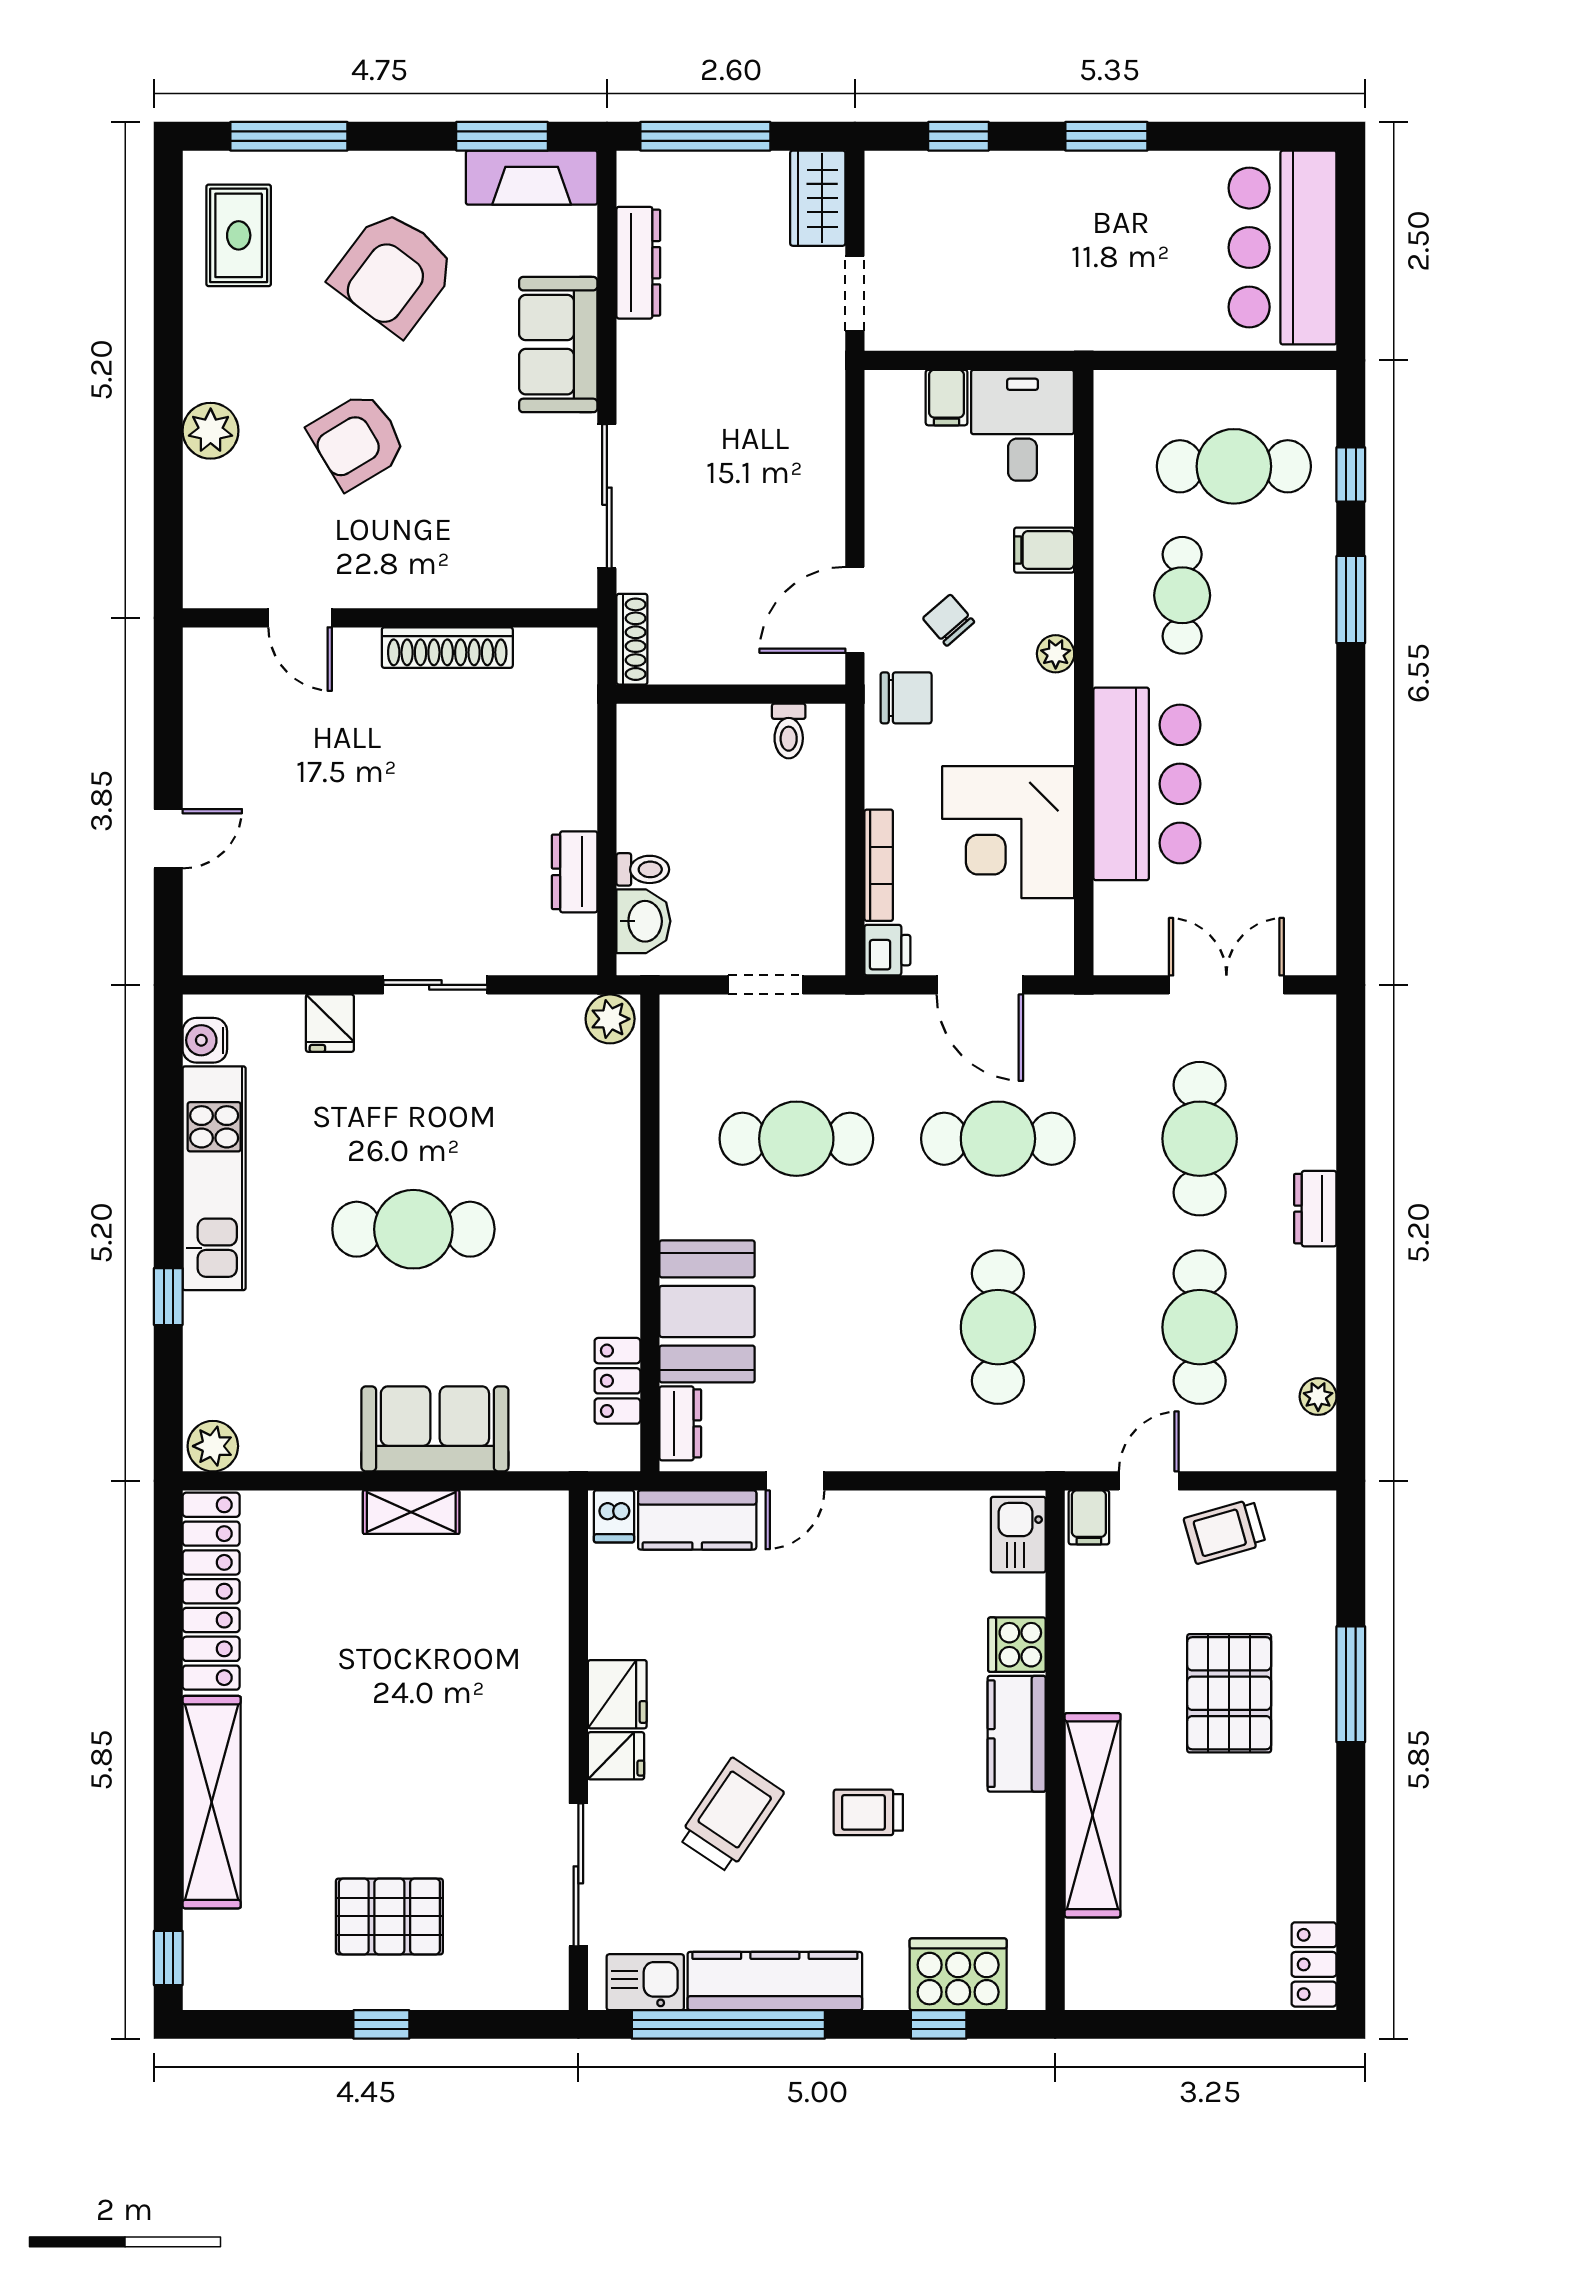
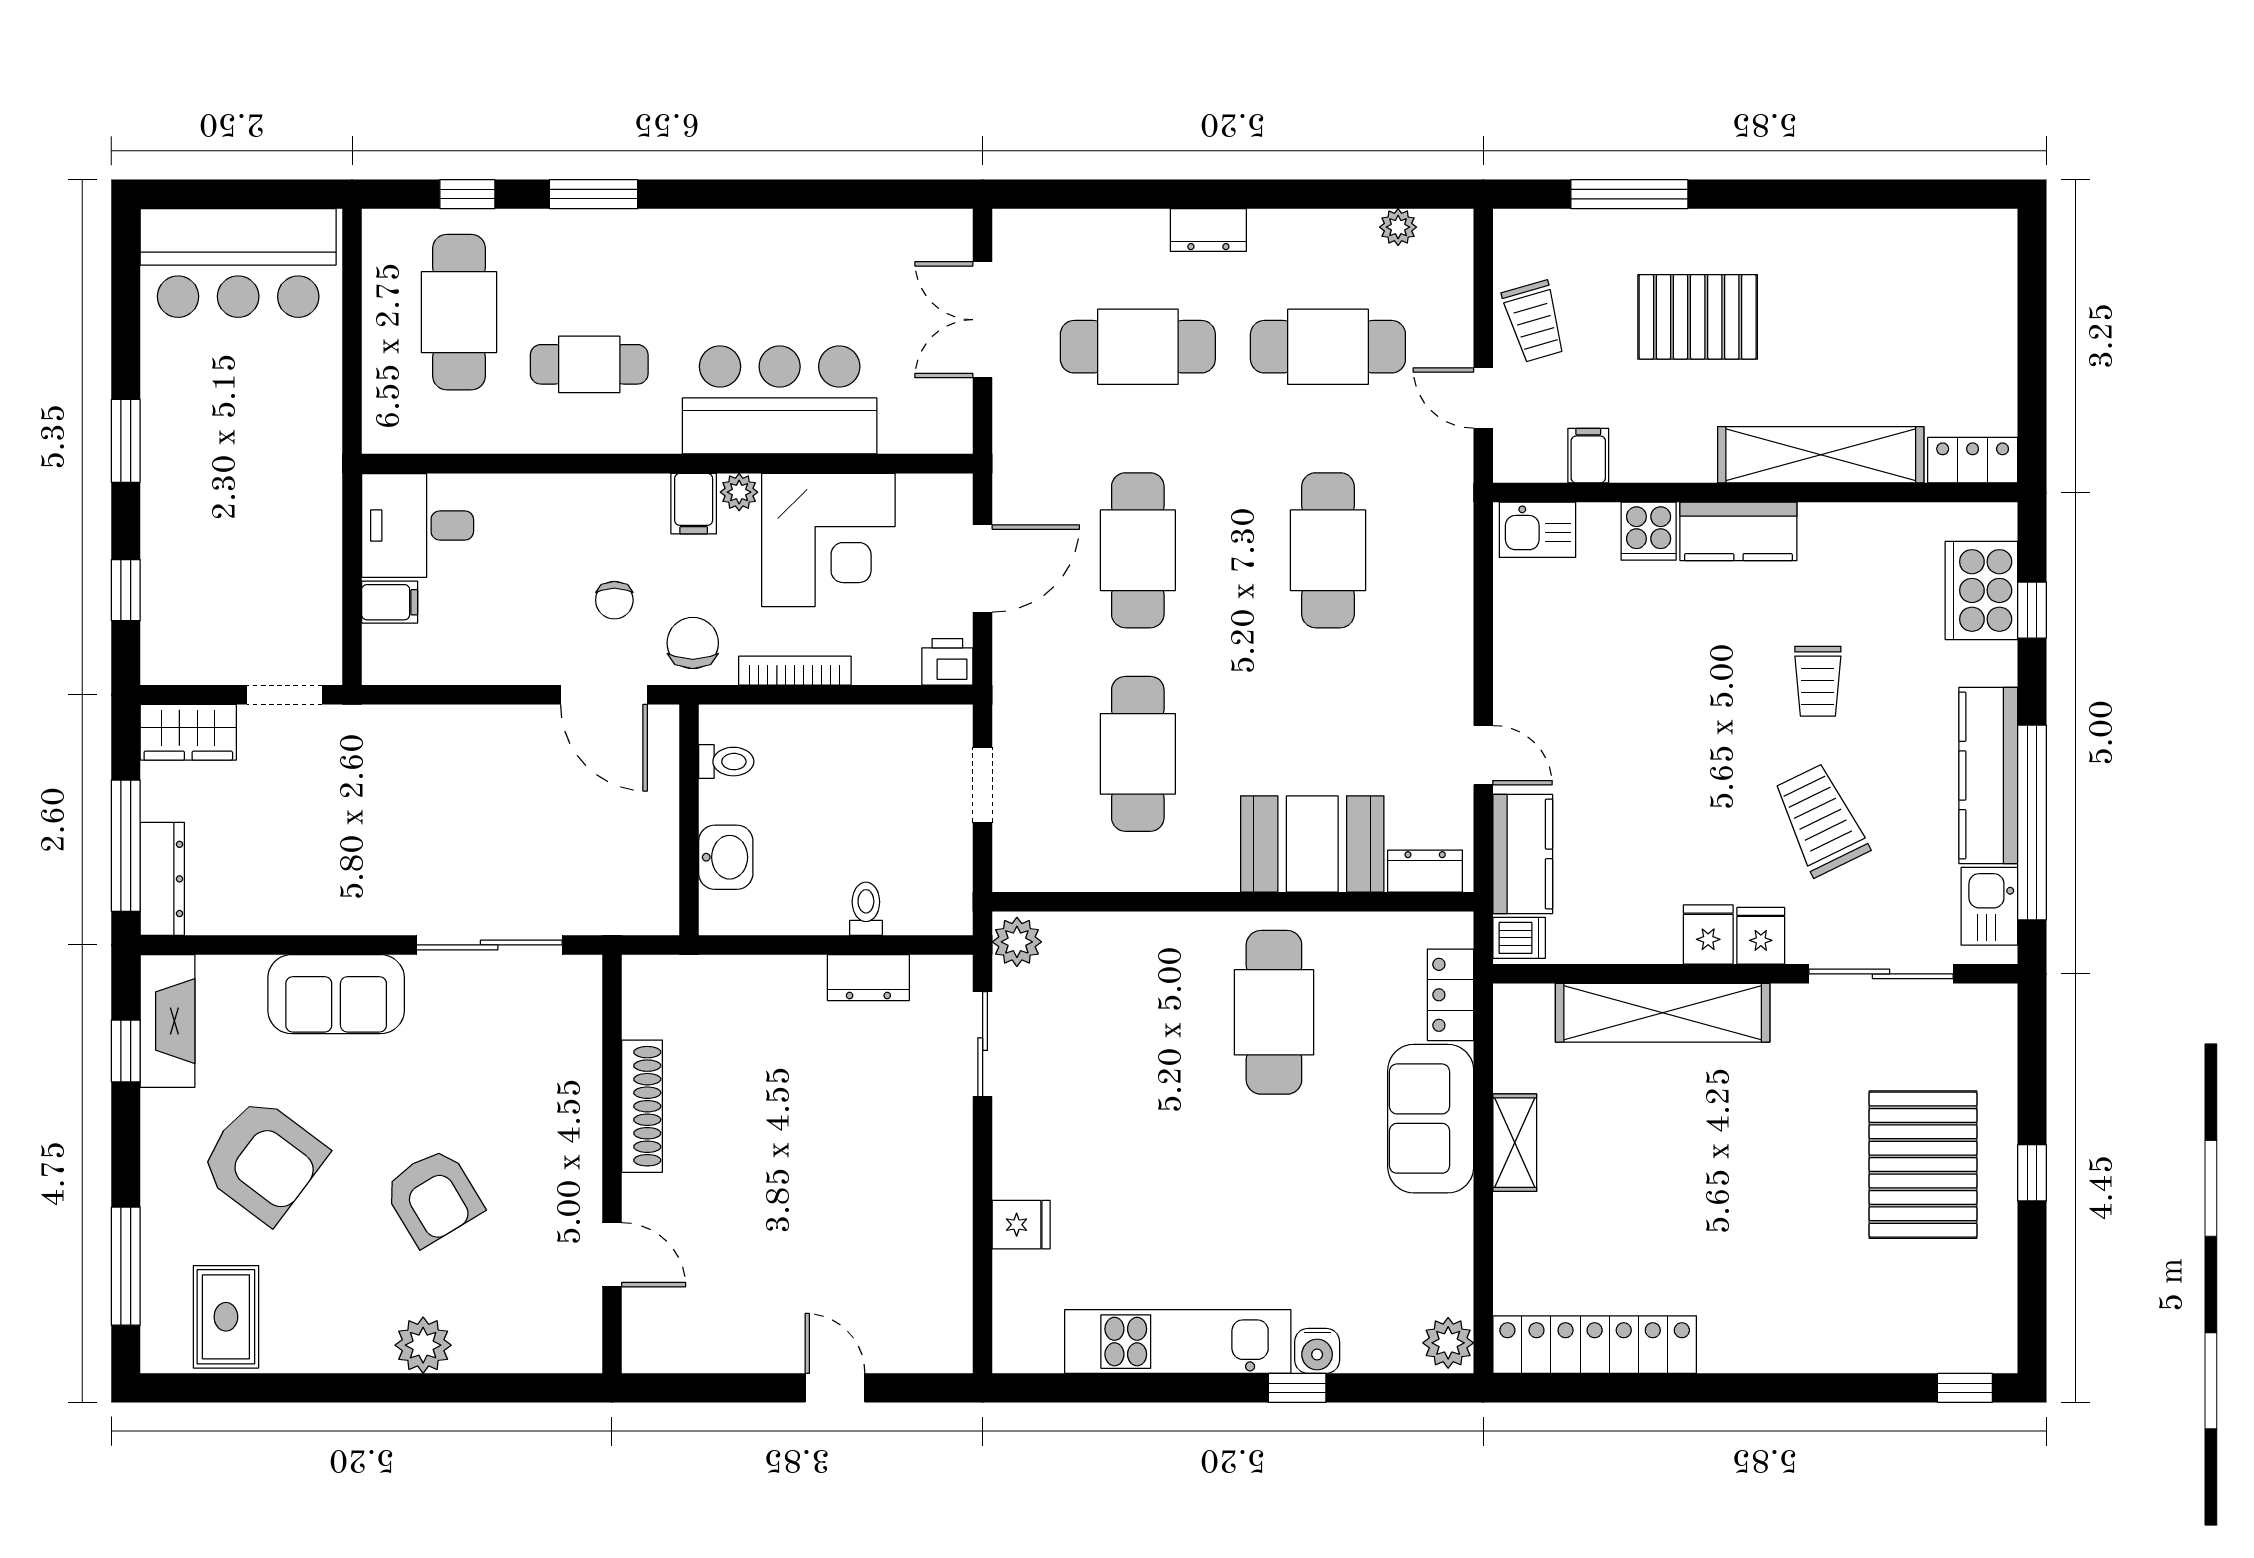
window: (502, 136) -> (126, 1051), width x0.67
rug: (239, 235) -> (226, 1317), turned 90
dresser: (638, 263) -> (162, 879), moved, turned 90
filing cabinet: (1044, 550) -> (694, 504), moved
door: (300, 618) -> (612, 1255), hinge flipped
chair: (949, 620) -> (614, 600), turned -49
shoe rack: (632, 639) -> (634, 920), removed
plant: (1056, 654) -> (739, 492), moved
bookcase: (879, 865) -> (795, 671), moved
washbasin: (643, 921) -> (726, 857), moved, turned 90
sliding door: (435, 985) -> (983, 1044), moved
water cooler: (205, 1040) -> (1317, 1351), moved
cafe table: (413, 1229) -> (1274, 1012), moved
cafe table: (998, 1327) -> (1328, 550), turned 90
locker: (617, 1381) -> (1450, 995), moved, turned 90
filing cabinet: (1089, 1517) -> (1588, 456), moved, turned -90
window: (1351, 1684) -> (1629, 194), moved
fridge: (617, 1694) -> (1708, 935), width x0.72
shelving: (212, 1802) -> (1663, 1013), moved
trolley: (731, 1815) -> (1821, 820), turned 30
pallet: (389, 1916) -> (1923, 1165), width x1.37, depth x1.41
locker: (1314, 1964) -> (1973, 460), moved, turned 180

